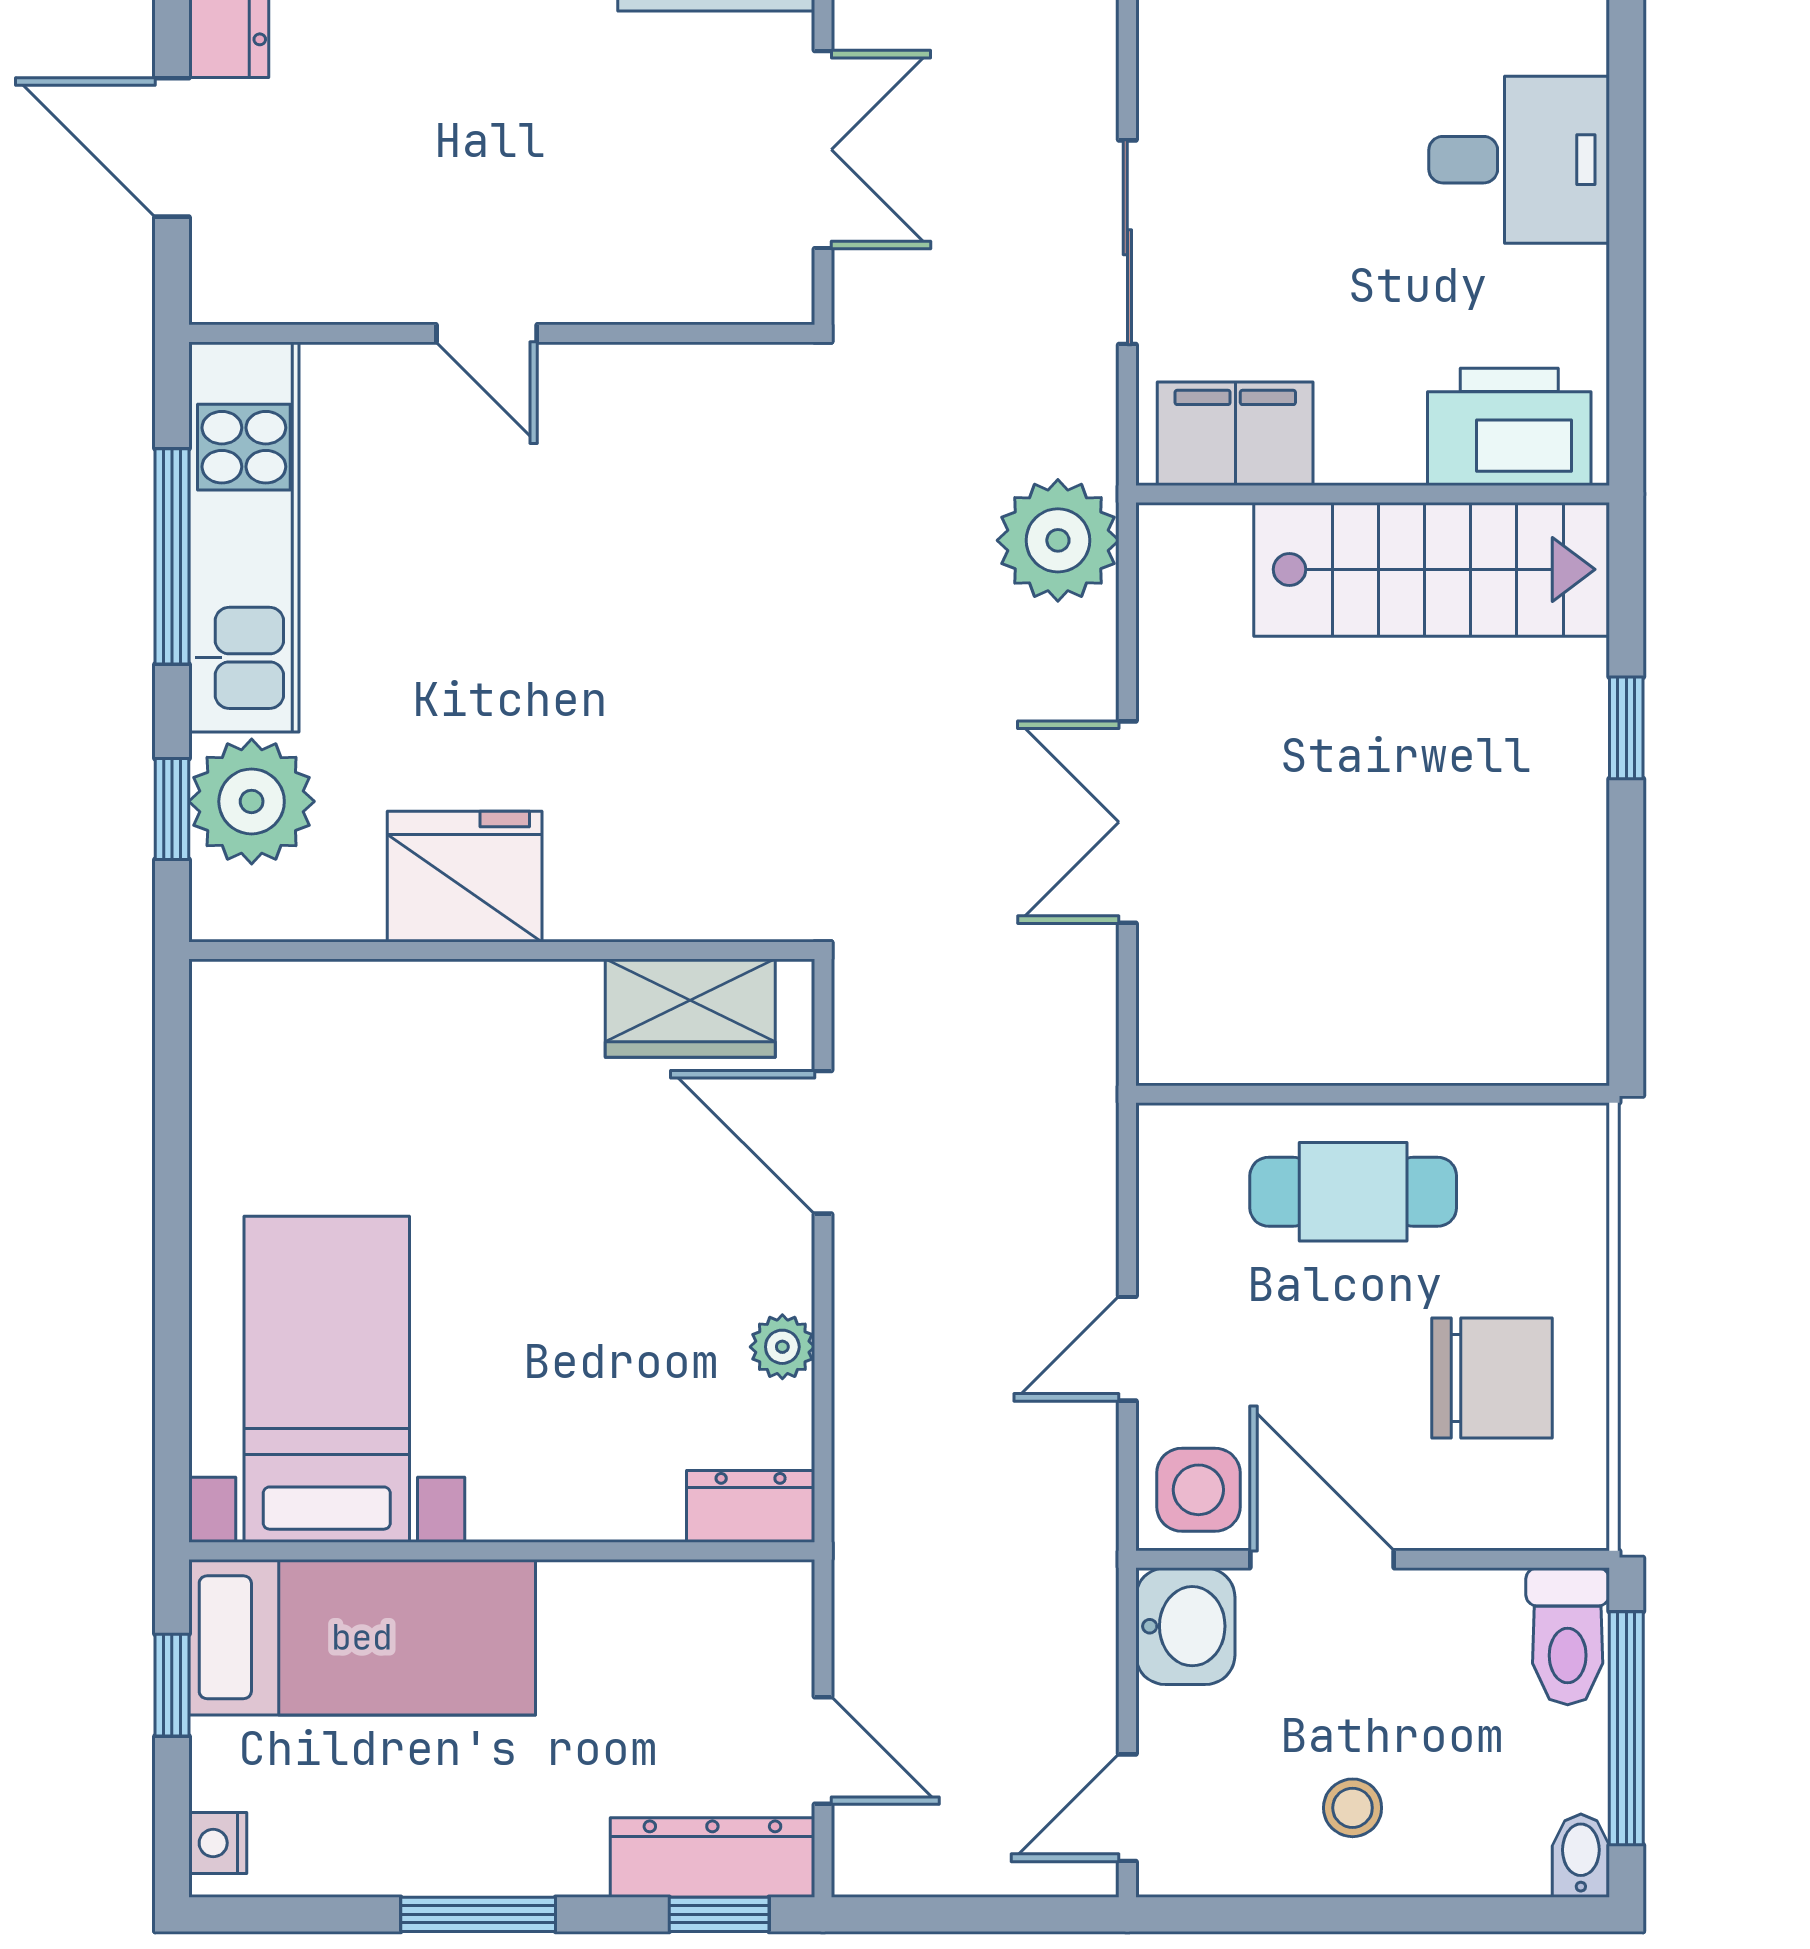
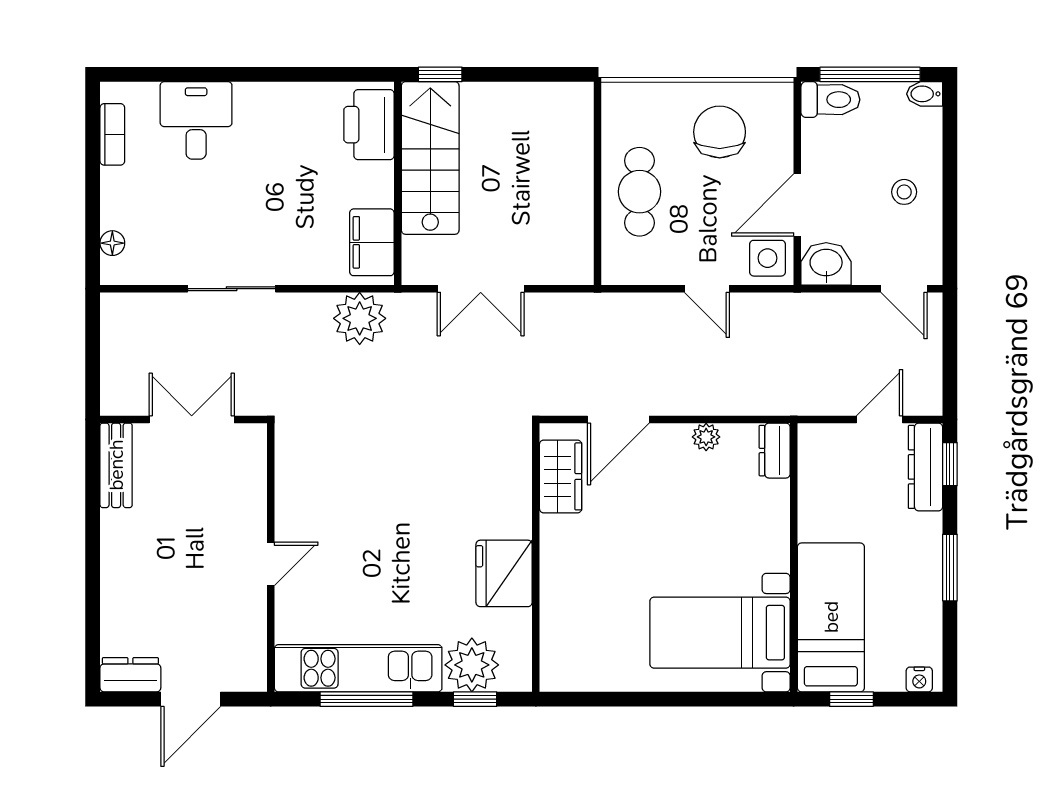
printer: (1509, 427) -> (369, 125), moved
filing cabinet: (1235, 434) -> (372, 242), moved
wall: (1373, 494) -> (398, 183), moved
stairs: (1432, 569) -> (430, 158), moved

